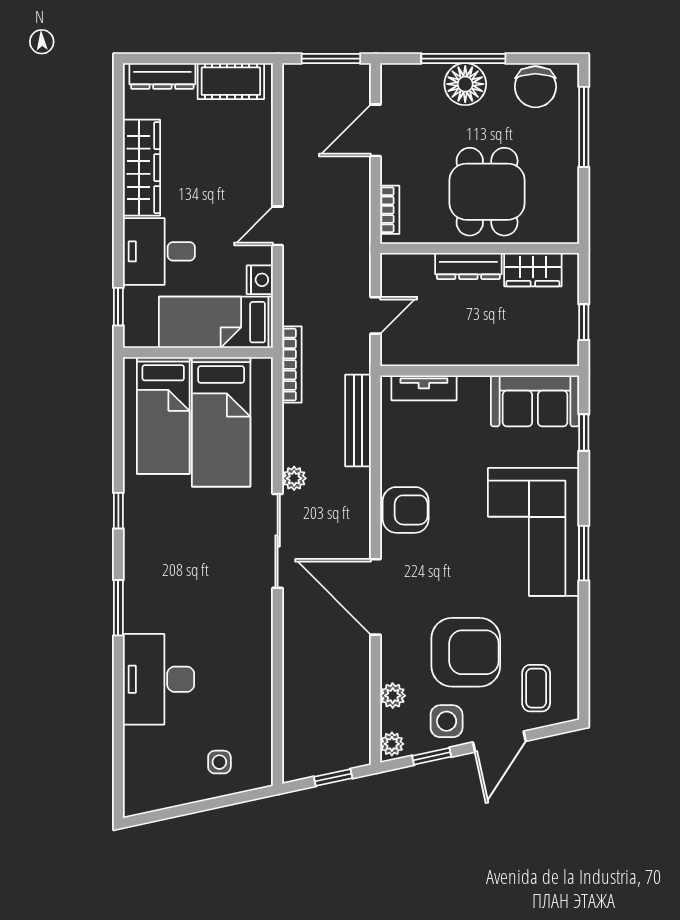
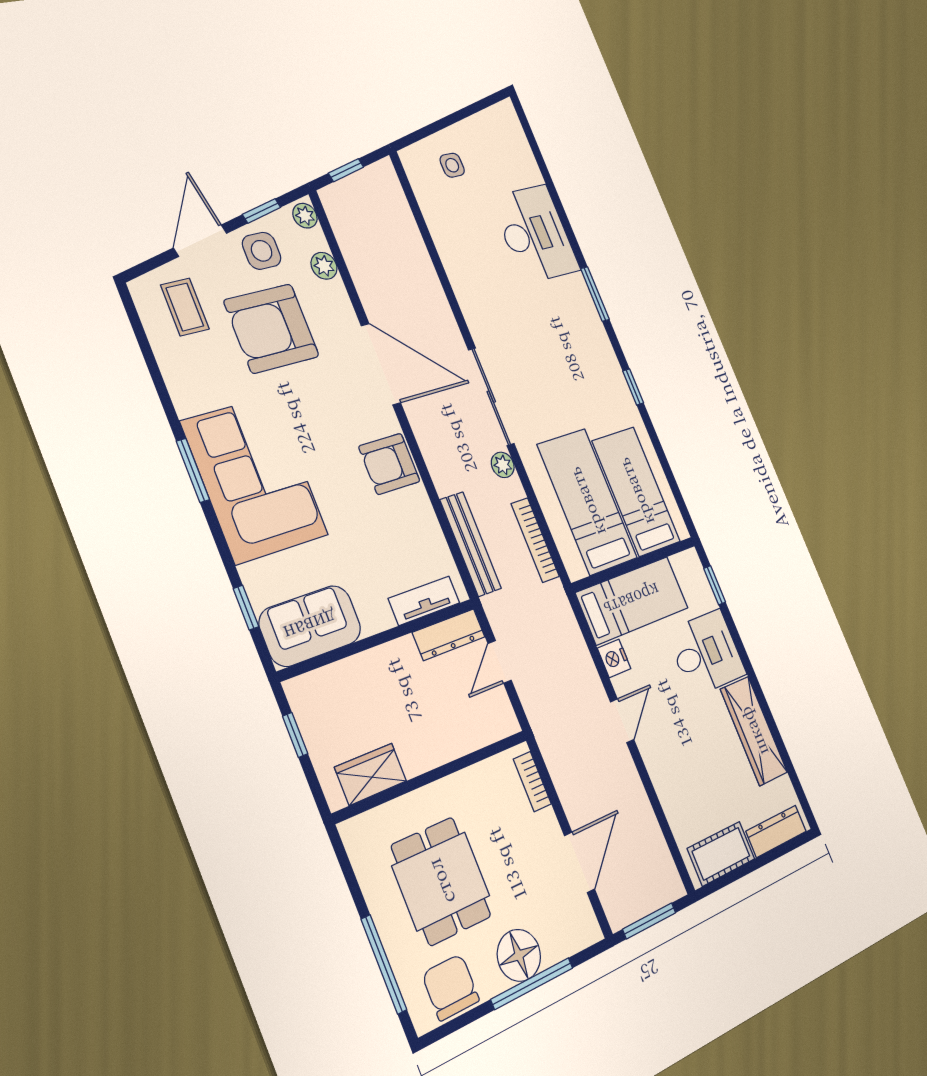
dining table: (487, 192) -> (441, 881), moved
dresser: (468, 266) -> (449, 635), moved, turned 180
bookcase: (292, 365) -> (535, 540), moved

